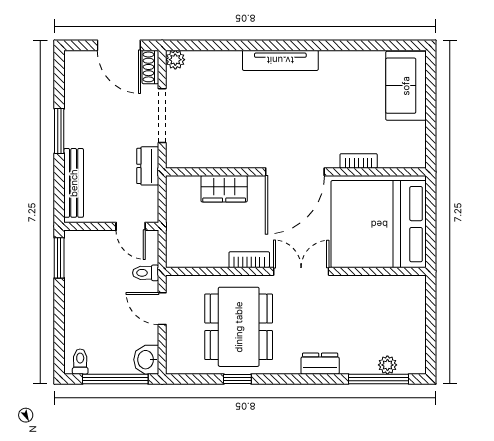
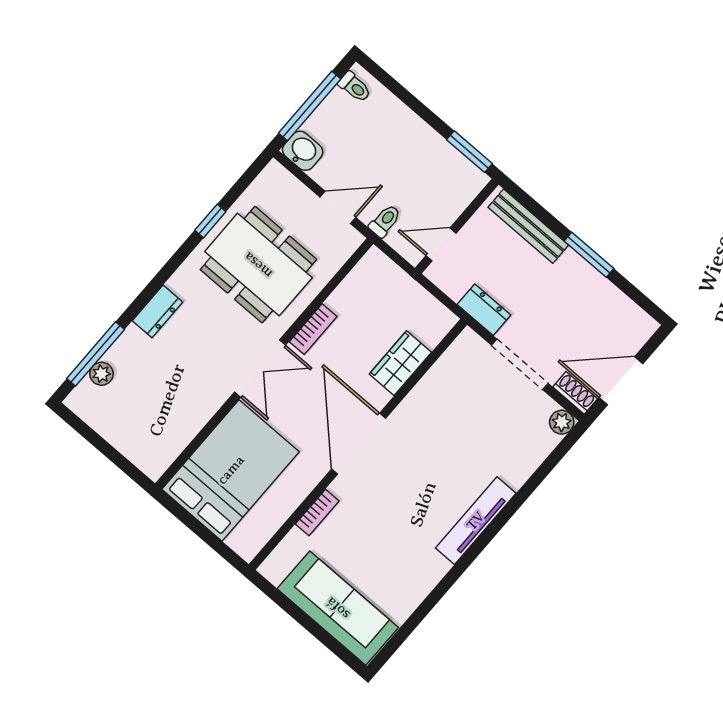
sofa: (406, 86) -> (338, 608), width x1.36
bed: (379, 224) -> (231, 470), width x0.73

